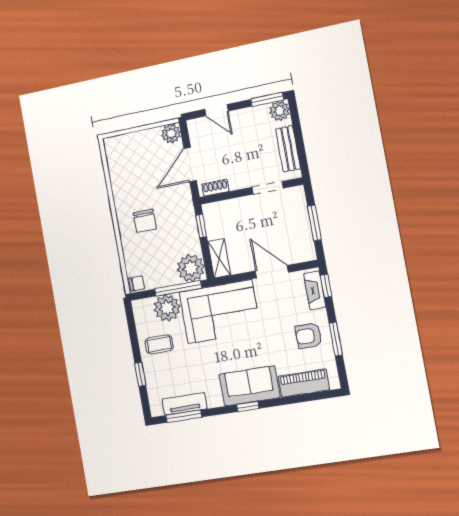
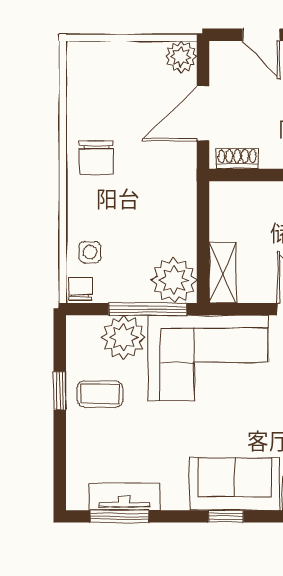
chair: (145, 221) -> (96, 158), moved
window: (201, 226) -> (203, 215), removed
side table: (138, 261) -> (90, 252), added
chair: (137, 283) -> (80, 289), turned -90
window: (140, 374) -> (60, 391), moved

